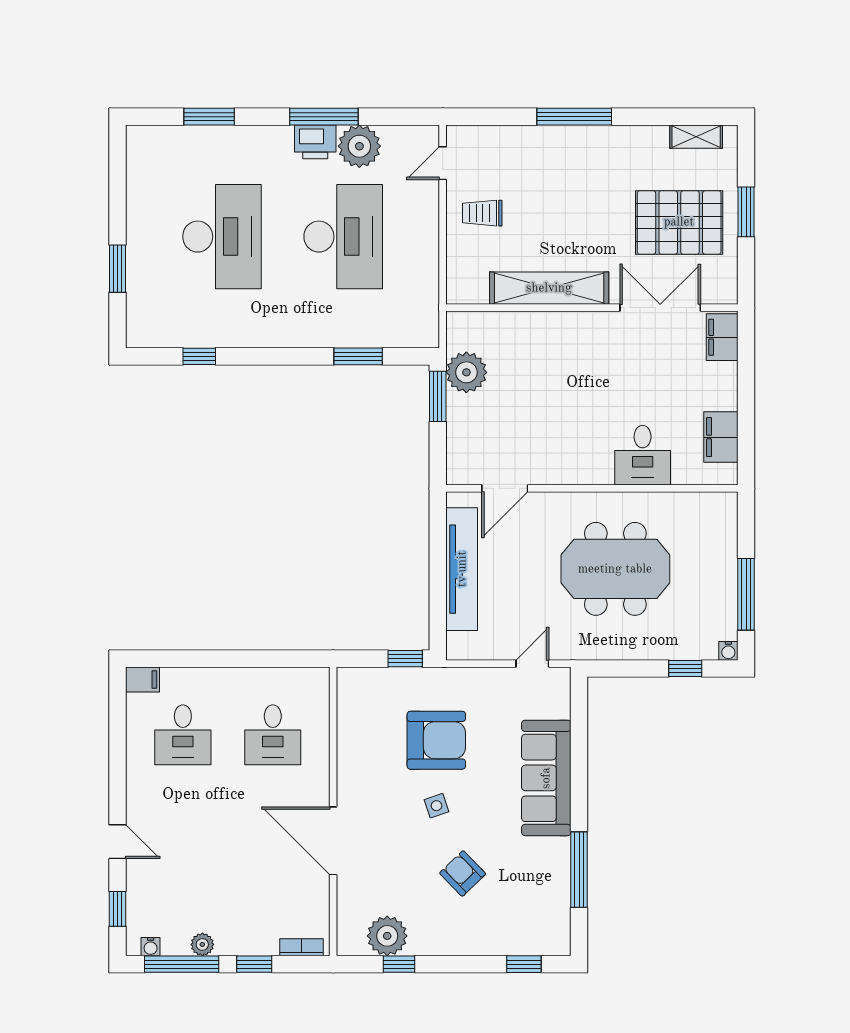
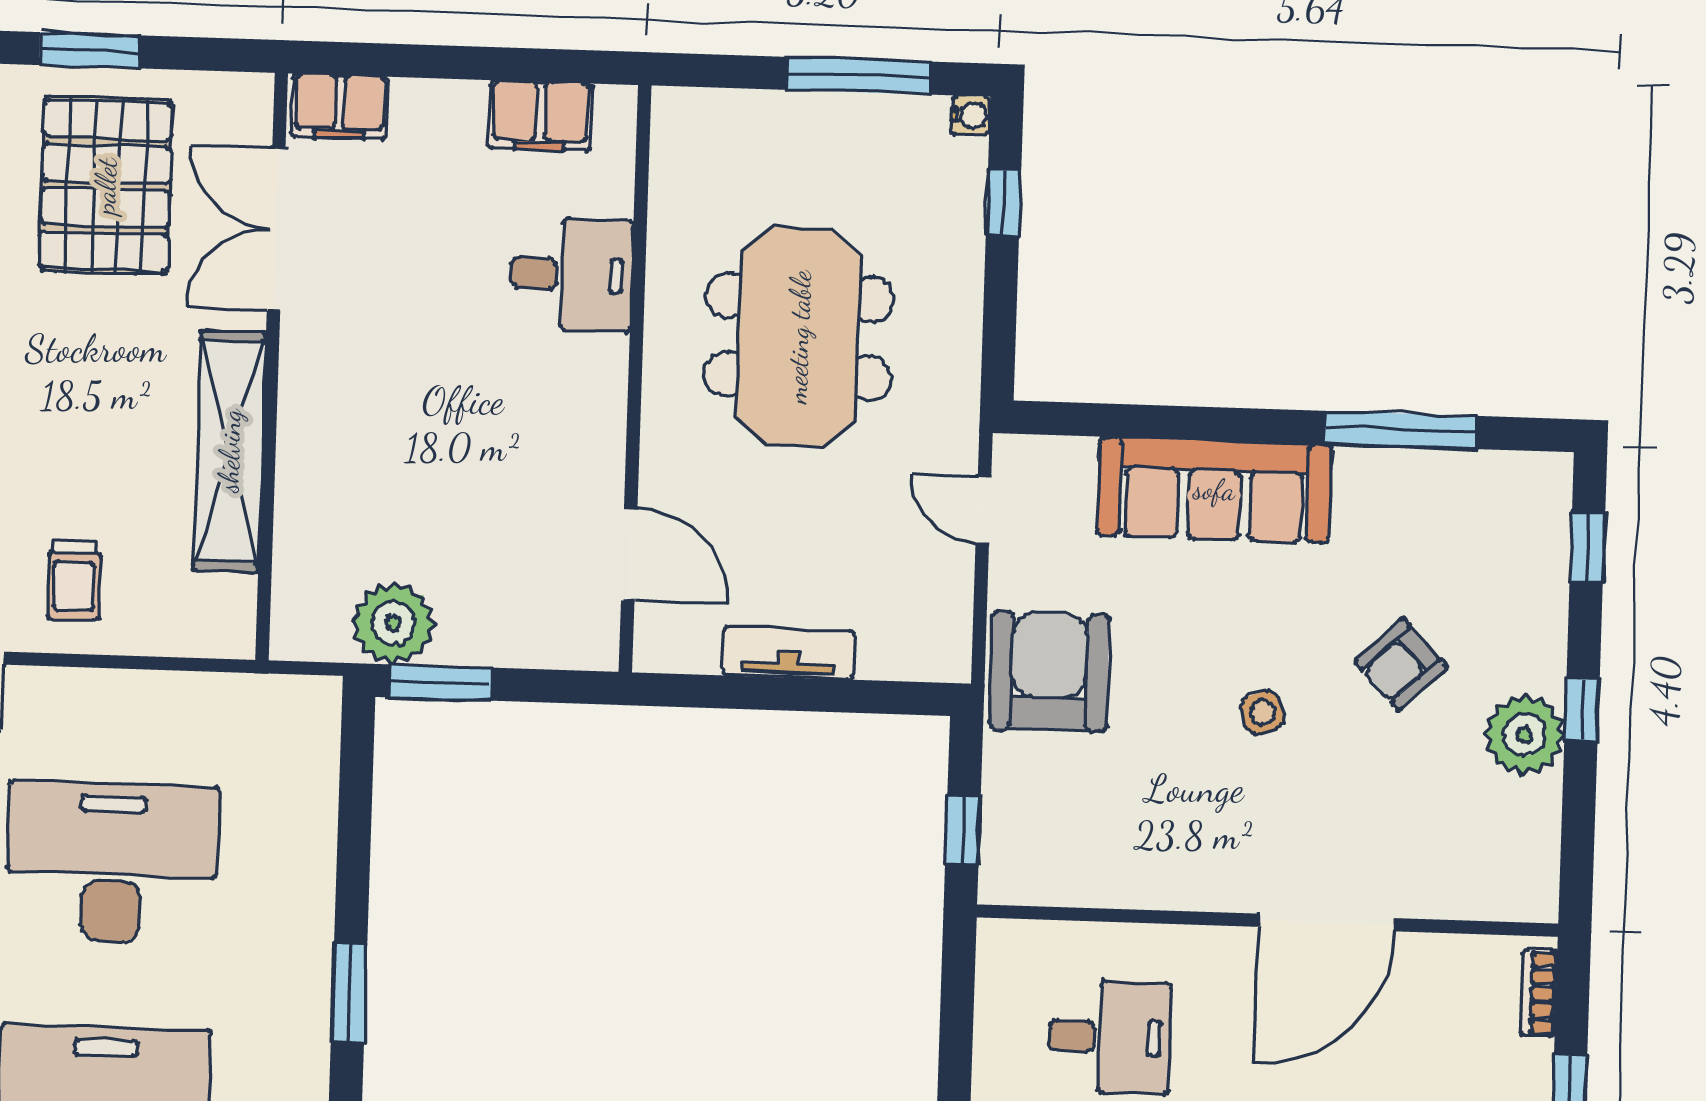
window: (358, 356) -> (349, 993), moved
tv unit: (462, 569) -> (788, 653), width x0.52, depth x0.78
window: (405, 659) -> (963, 830), moved
armchair: (436, 740) -> (1049, 672), moved
plant: (387, 936) -> (1524, 735), moved
window: (399, 964) -> (1582, 710), moved

